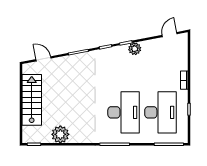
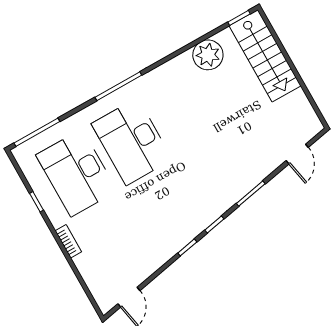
plant: (135, 49) -> (169, 246), removed
door: (43, 59) -> (297, 154), hinge flipped
stairs: (32, 100) -> (265, 56), moved

